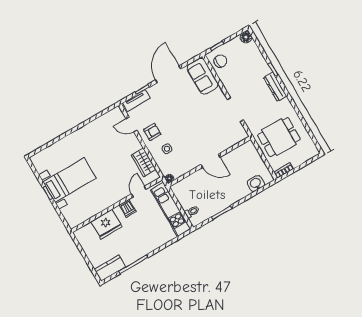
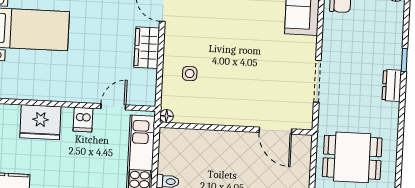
dresser: (275, 87) -> (392, 85), width x0.70
armchair: (152, 132) -> (185, 38), removed
door: (211, 161) -> (275, 131), moved
wardrobe: (143, 162) -> (147, 48), moved

